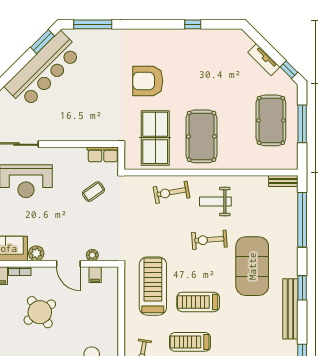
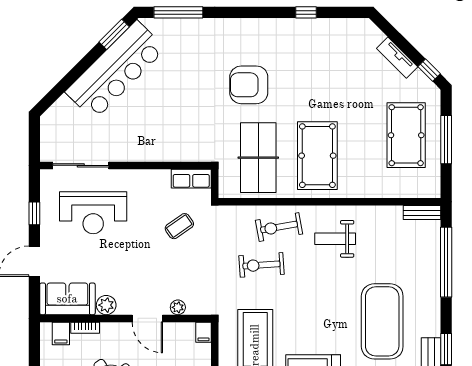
exercise bike: (209, 240) -> (261, 265), moved
filing cabinet: (95, 275) -> (203, 332), moved

